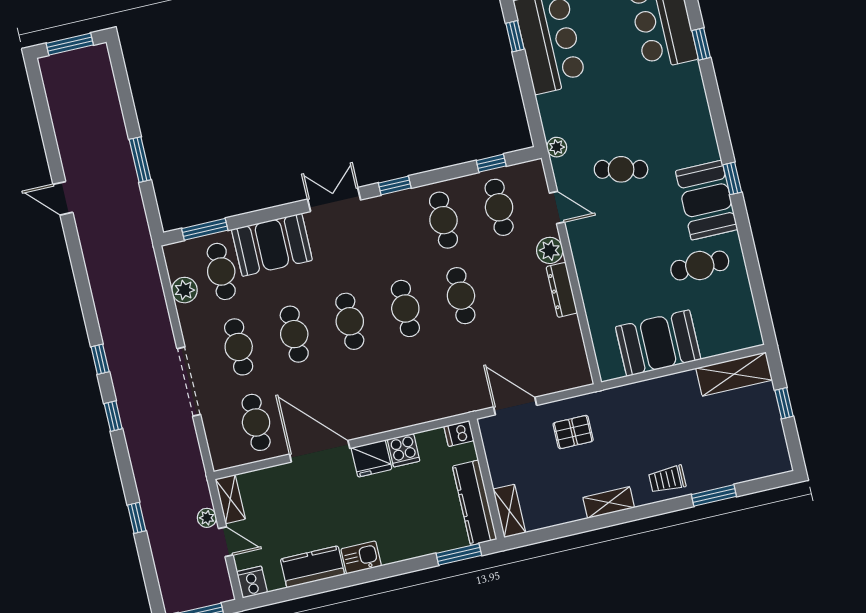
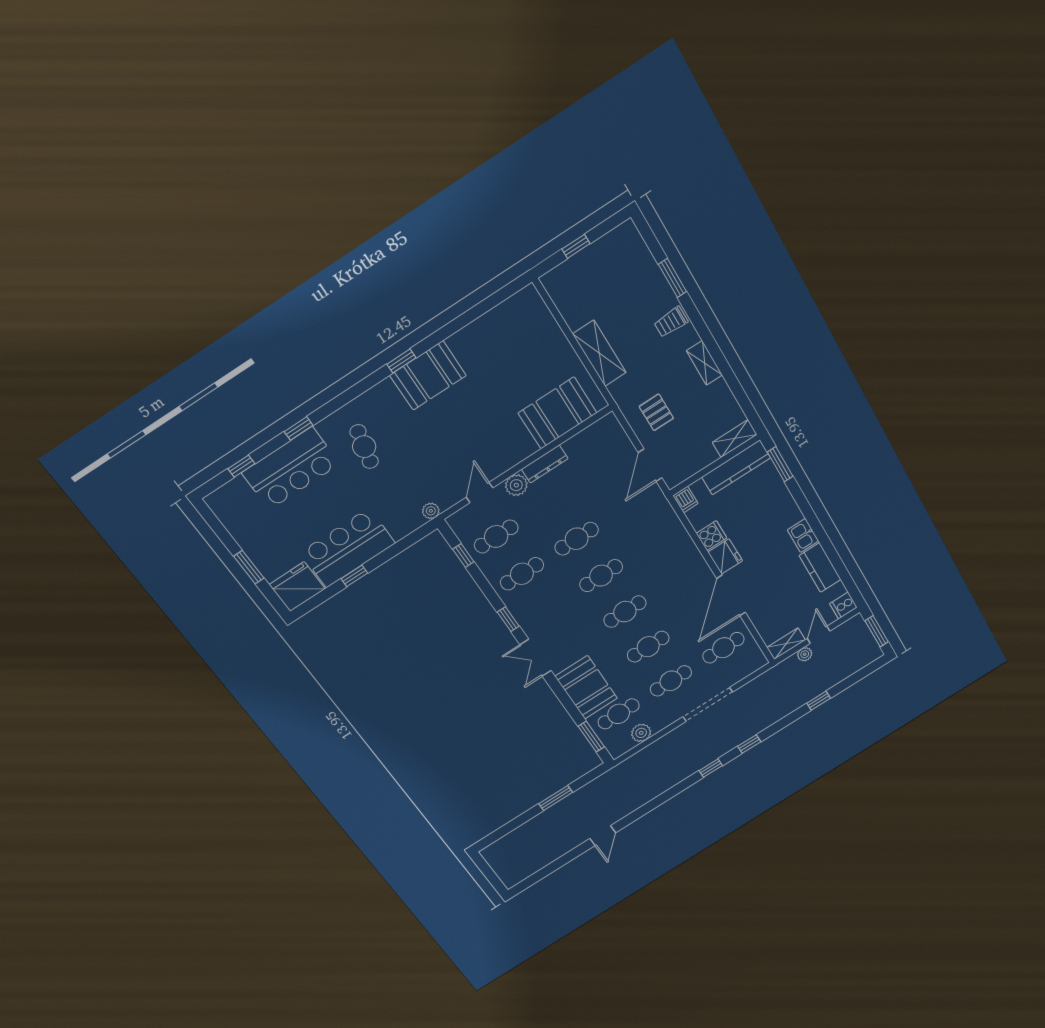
window: (70, 44) -> (489, 874), removed
cafe table: (621, 169) -> (364, 447), moved
cafe table: (700, 266) -> (485, 361), removed
booth: (658, 343) -> (557, 413), moved, turned 90
shelving: (734, 374) -> (599, 353), moved
trolley: (667, 479) -> (671, 322), turned 90

